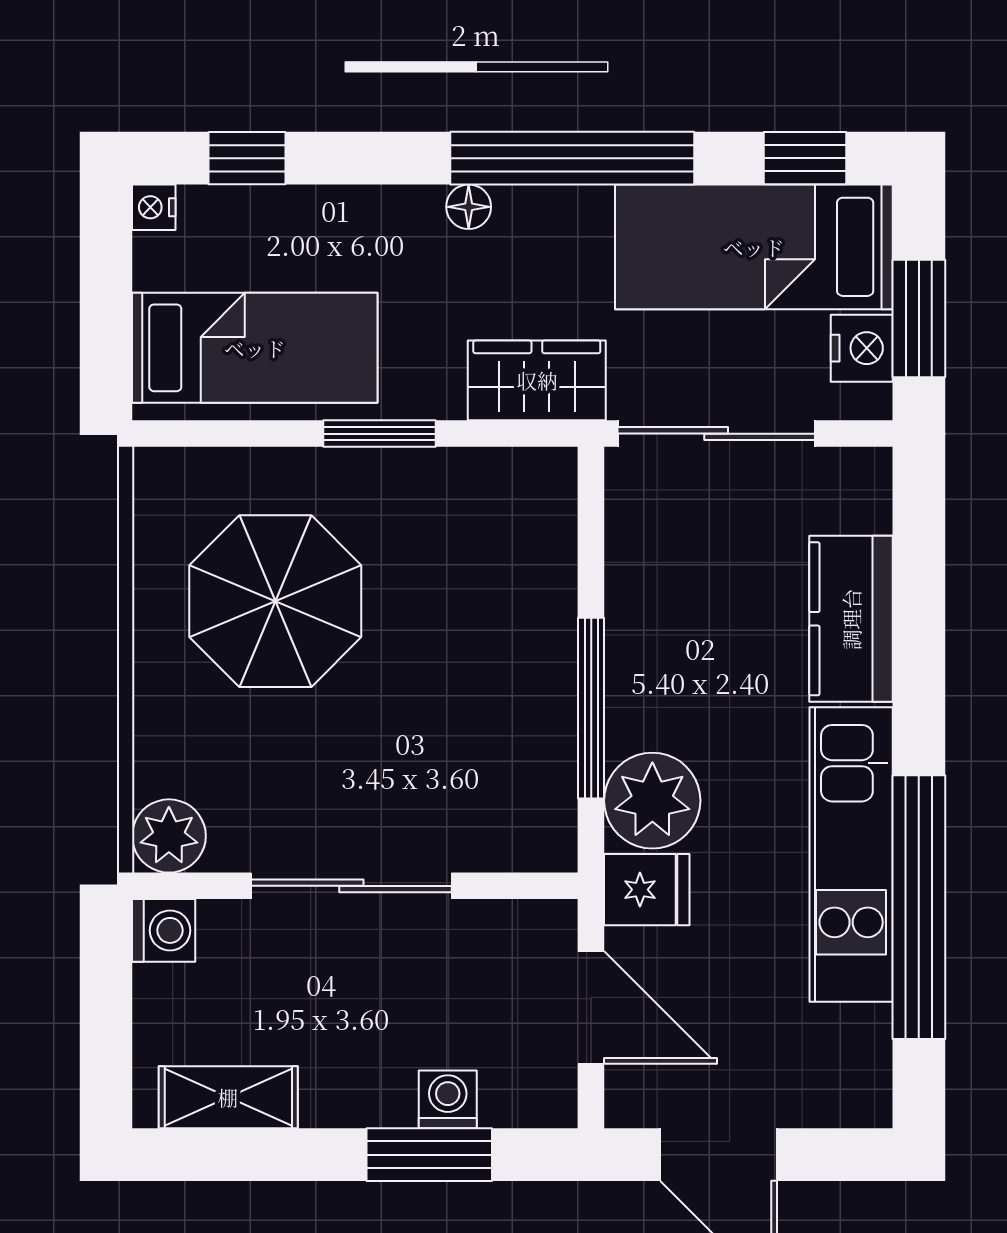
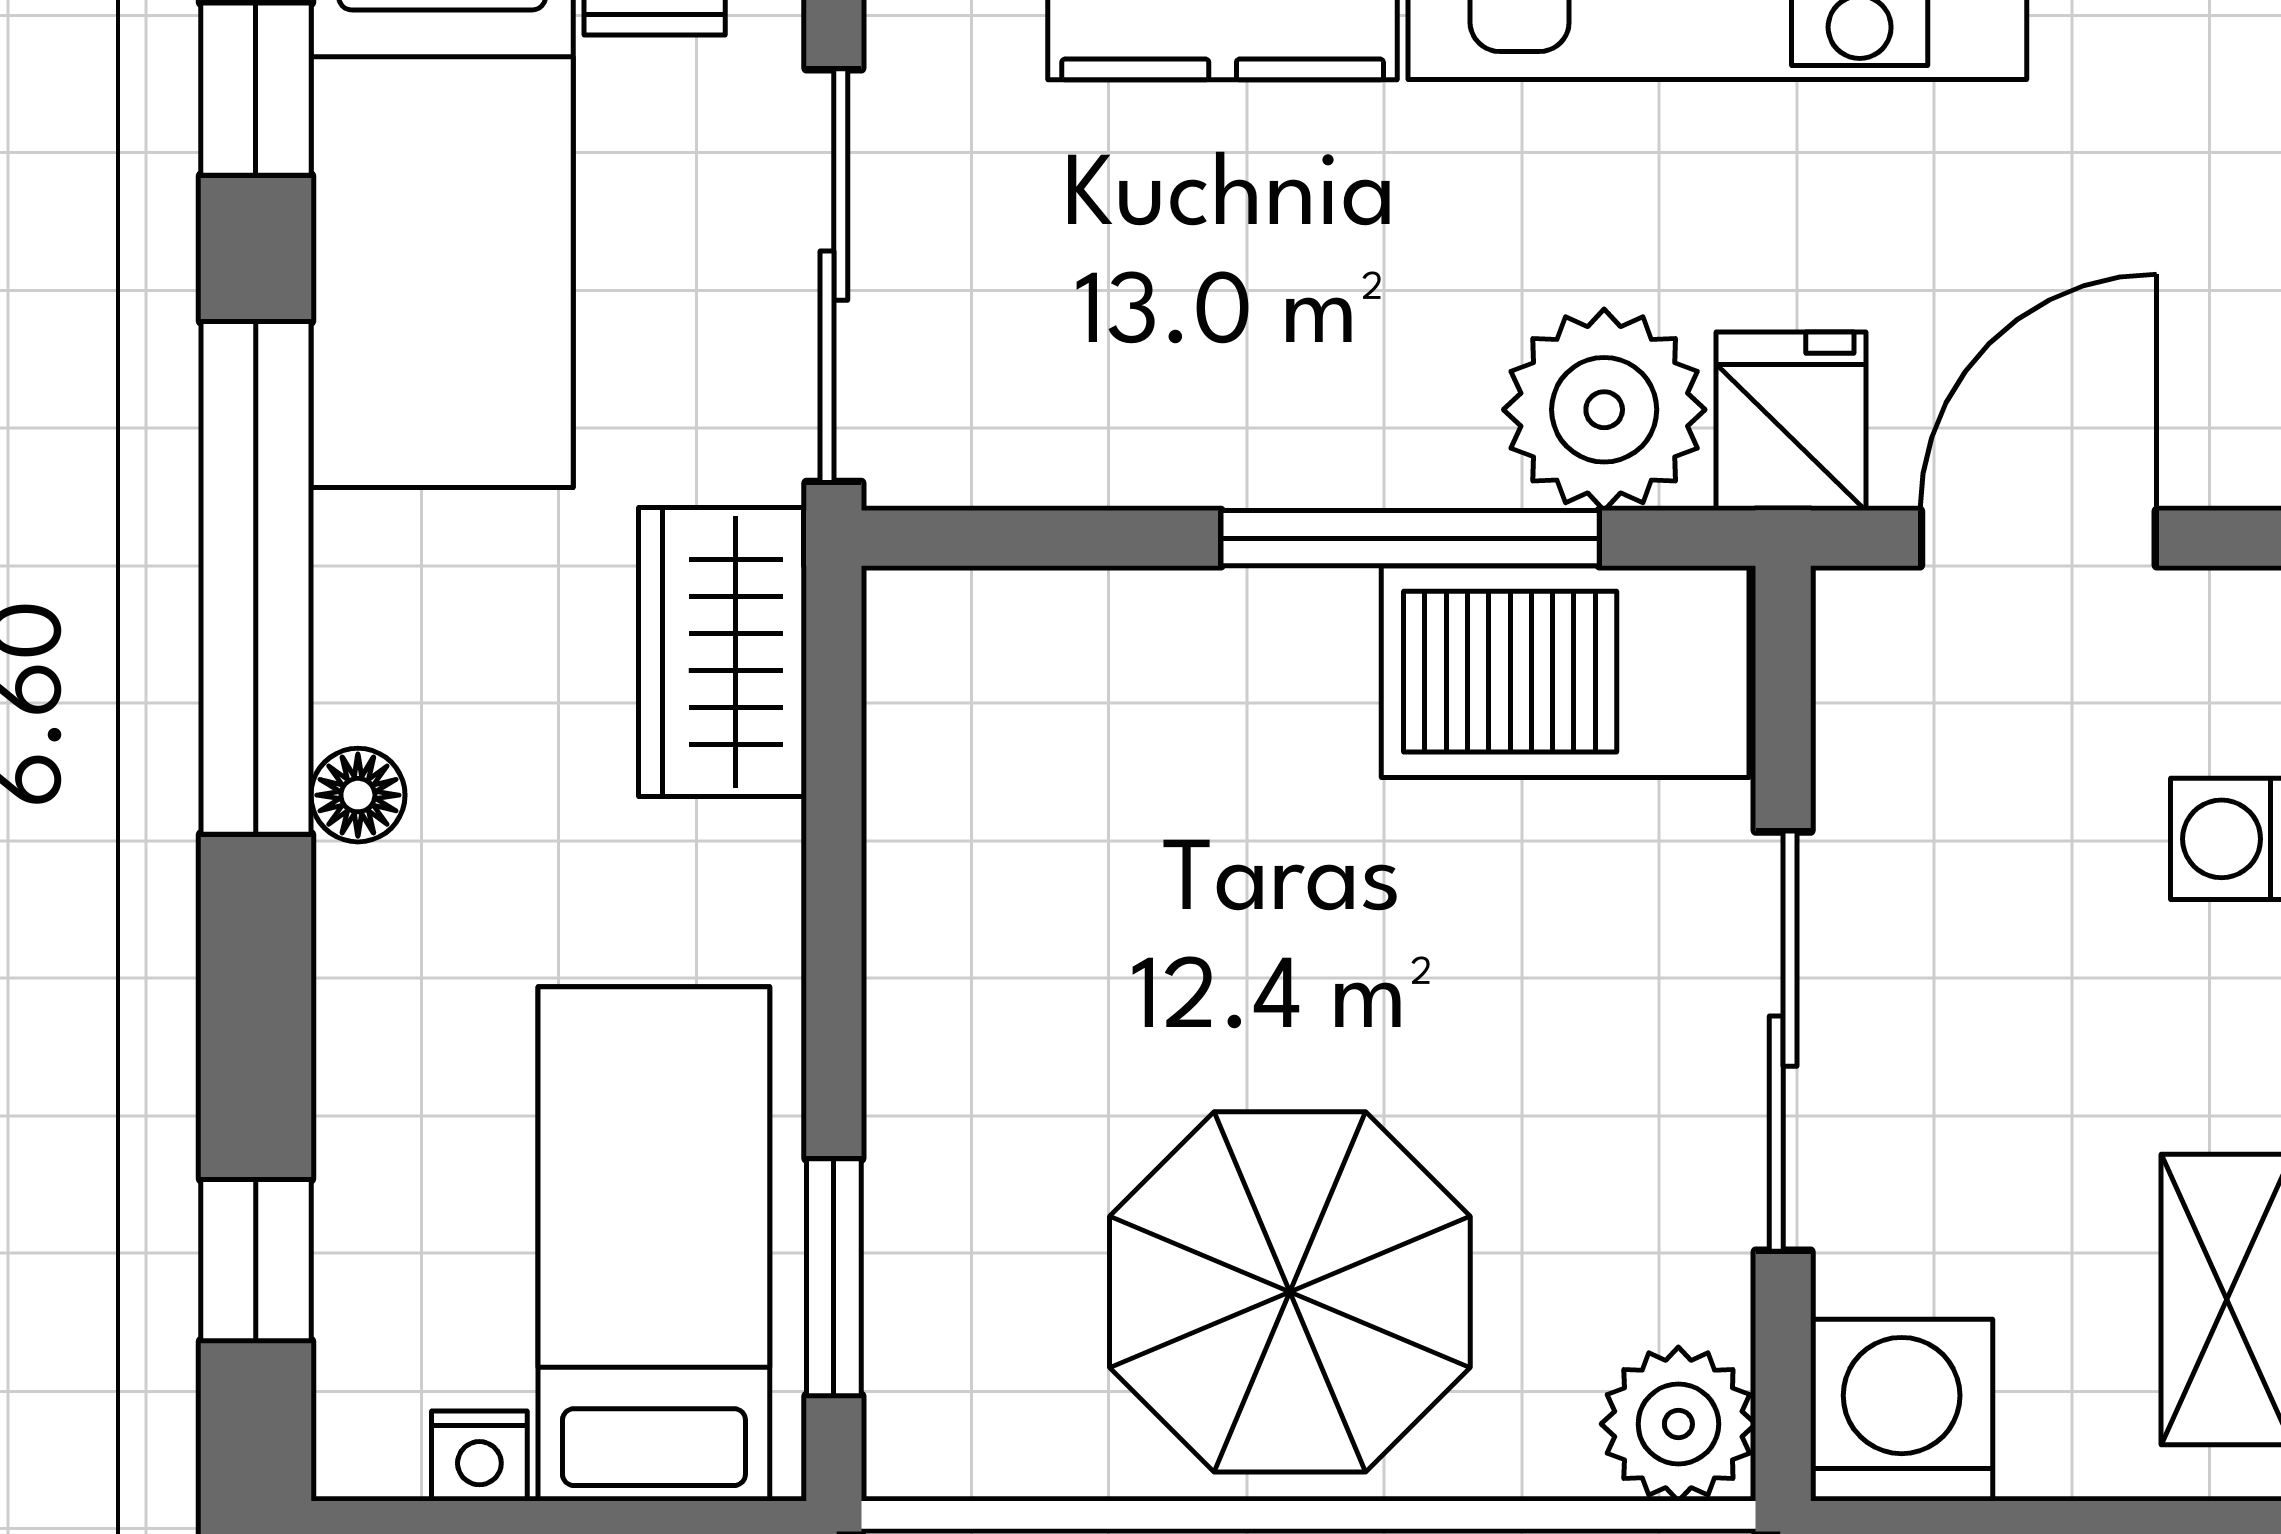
nightstand: (154, 207) -> (479, 1456), moved
window: (380, 434) -> (834, 1277), moved
parasol: (275, 601) -> (1290, 1292), moved
barbecue: (527, 782) -> (1565, 672), added
washing machine: (164, 930) -> (1902, 1410), width x1.38, depth x1.38

